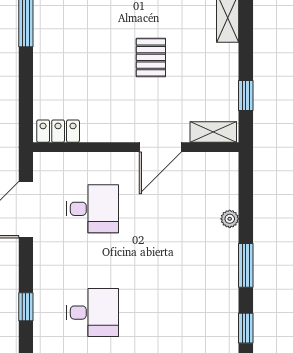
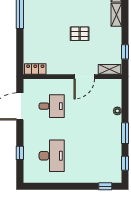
pallet: (151, 57) -> (80, 34), turned 90
desk: (92, 313) -> (52, 156), width x1.37

